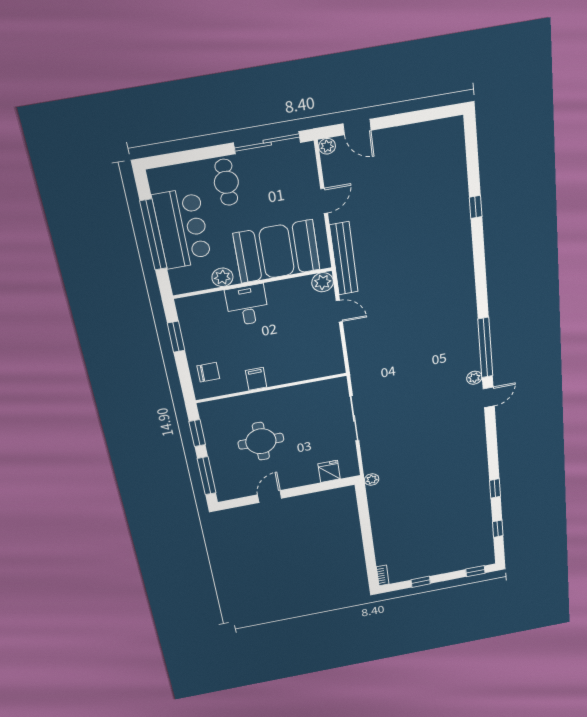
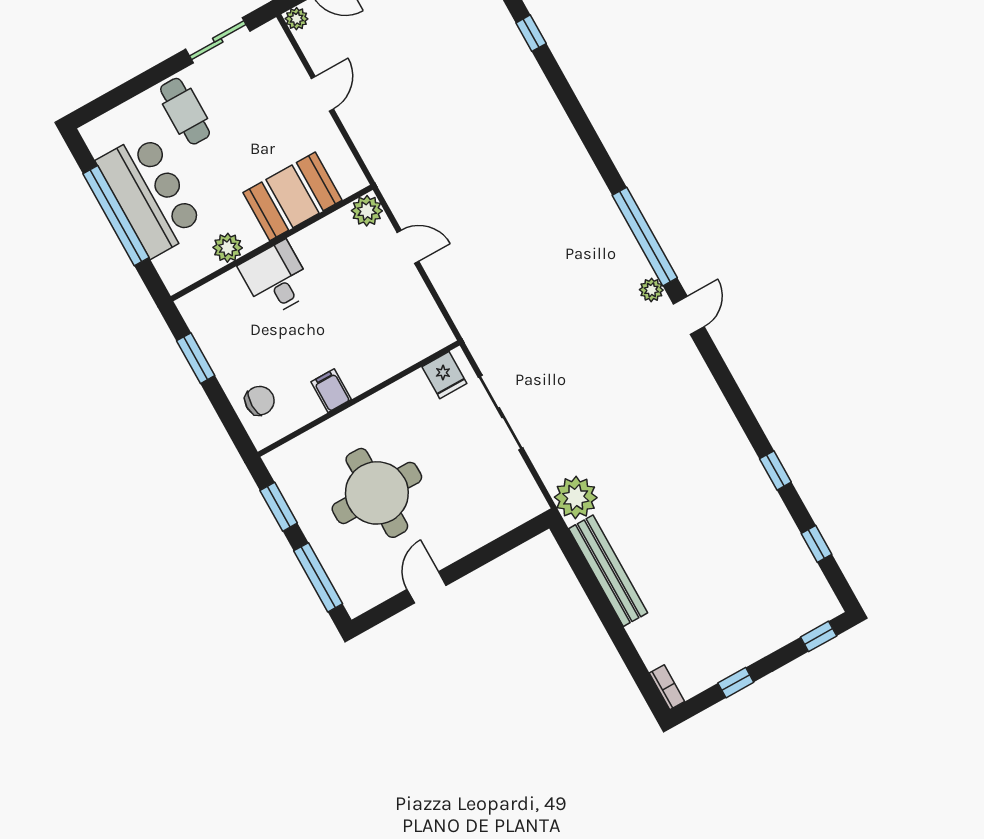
sliding door: (267, 143) -> (218, 40), width x0.73
booth: (277, 251) -> (292, 196), width x0.73, depth x0.70
bench: (344, 259) -> (608, 571), moved
round table: (261, 441) -> (377, 493), width x1.36, depth x1.36
fridge: (329, 471) -> (444, 375), moved, turned 180
plant: (372, 480) -> (576, 497), width x1.87, depth x1.87

